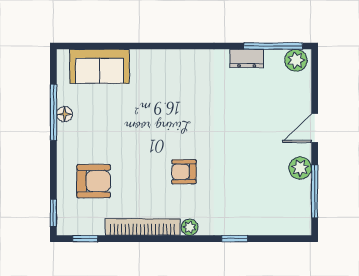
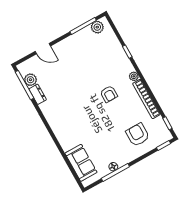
plant: (296, 60) -> (30, 80), moved
door: (315, 128) -> (43, 49), moved
plant: (300, 168) -> (97, 27), moved

